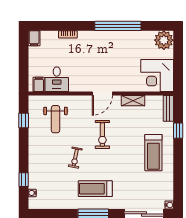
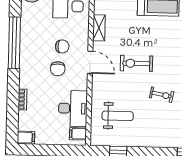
chair: (96, 65) -> (58, 69), added
chair: (116, 68) -> (62, 46), added
desk: (57, 79) -> (73, 108), width x1.37
exercise bike: (102, 135) -> (136, 63), turned 180

